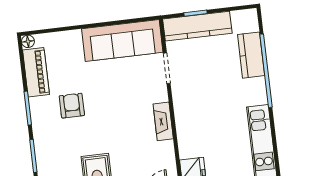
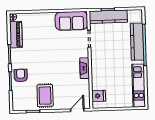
sofa: (122, 41) -> (71, 21), width x0.73
kitchen counter: (251, 55) -> (137, 42), width x1.50
armchair: (72, 106) -> (21, 75), moved

